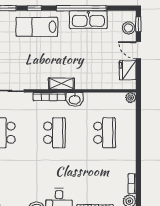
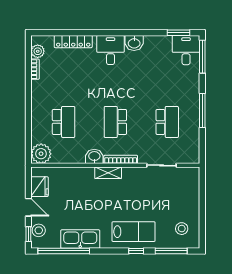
window: (81, 8) -> (64, 251), moved
plant: (131, 98) -> (41, 154), width x1.88, depth x1.88
school desk: (105, 133) -> (63, 122), turned 180

